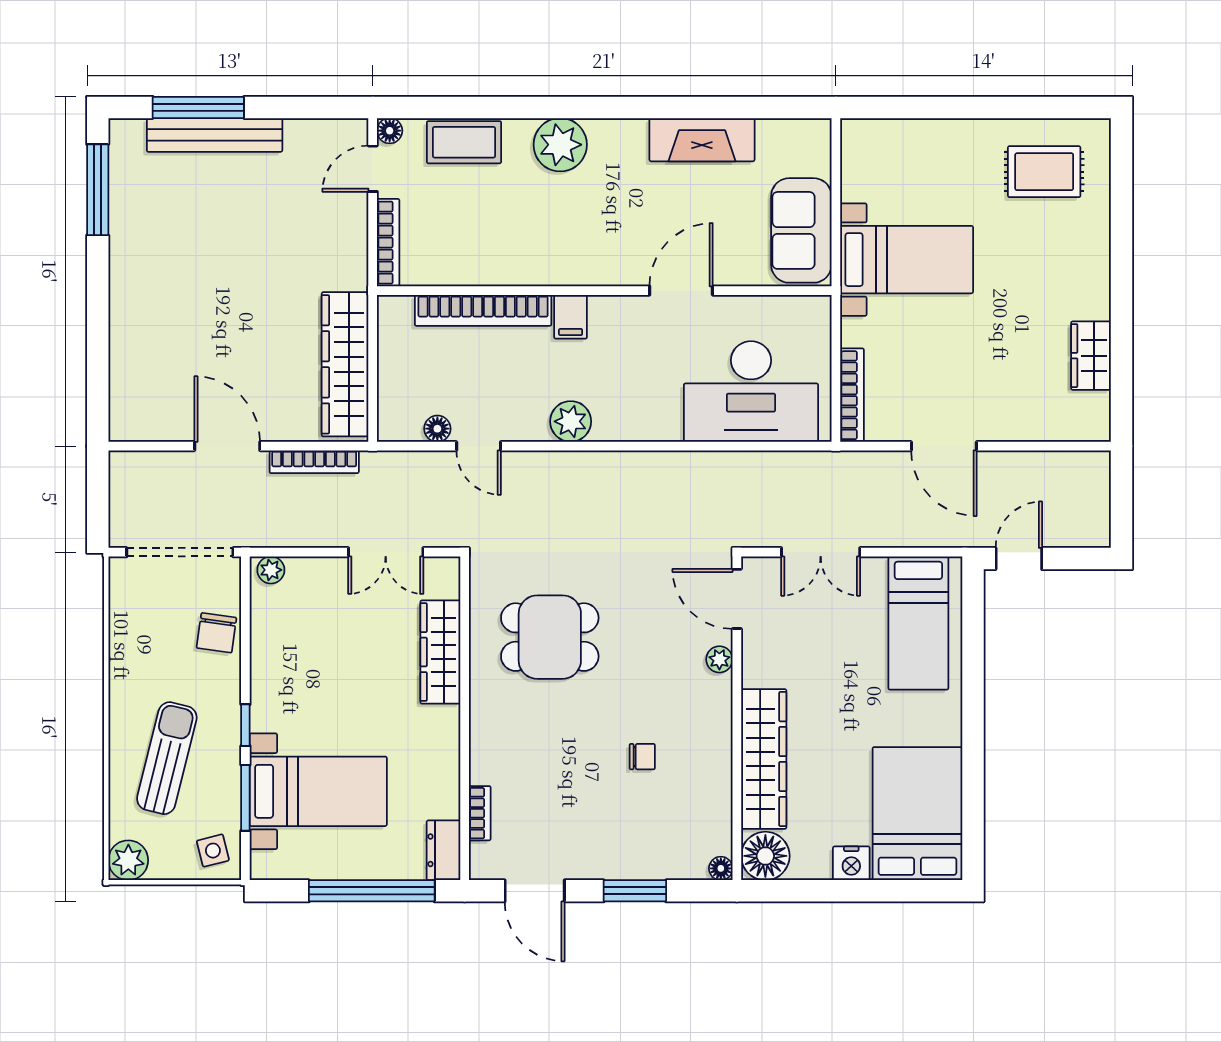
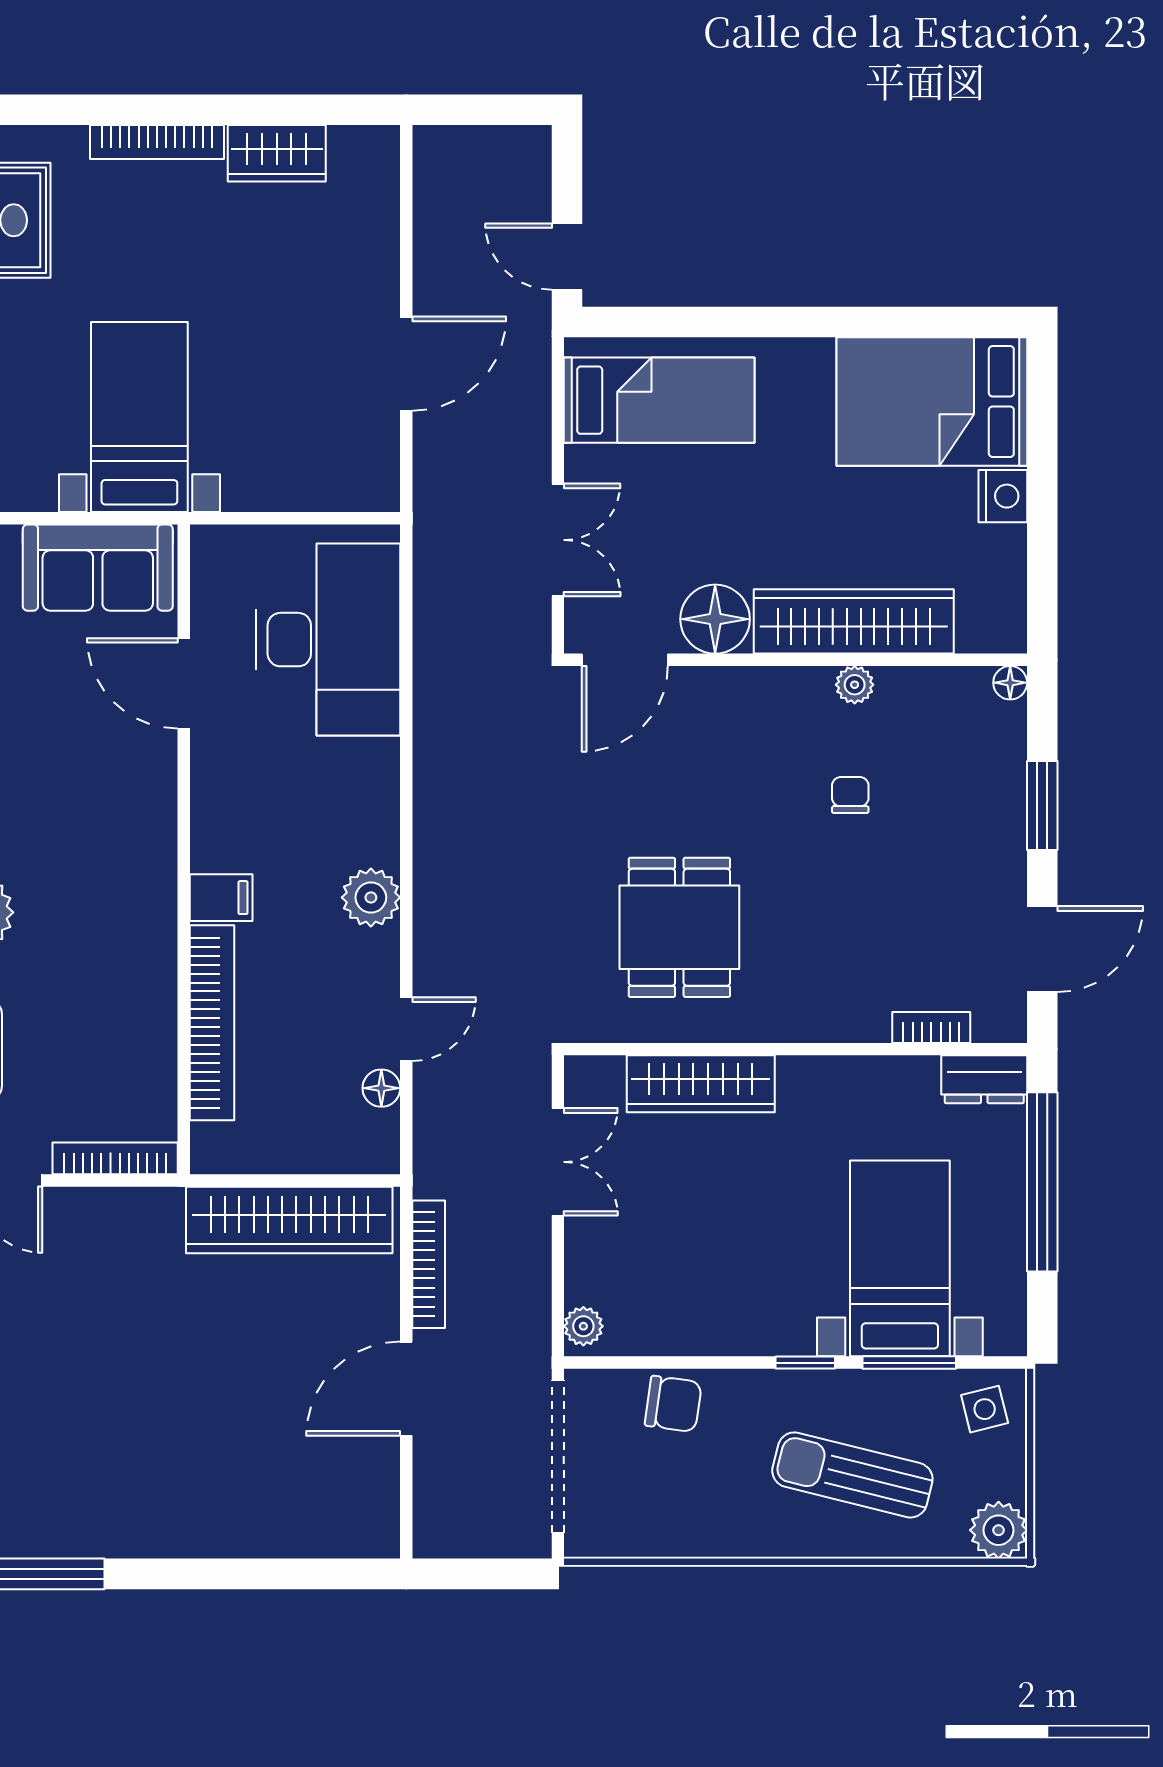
door: (681, 291) -> (184, 683), moved
bookcase: (852, 395) -> (157, 142), moved, turned 180
plant: (719, 659) -> (855, 685), moved
floor lamp: (765, 856) -> (715, 619), moved

